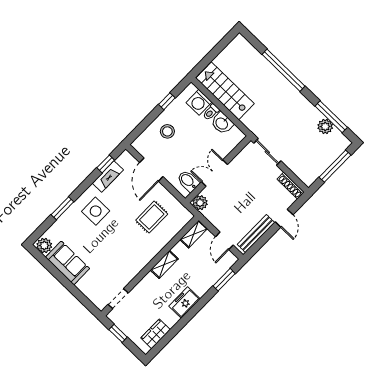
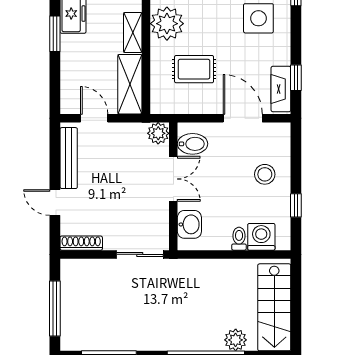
stairs: (225, 91) -> (274, 307), moved, turned 90
washbasin: (222, 123) -> (189, 224), moved, turned 90
plant: (325, 126) -> (236, 340), moved
fireplace: (108, 176) -> (281, 89), moved
rug: (152, 217) -> (194, 69), turned 90
shelving: (194, 234) -> (130, 84), width x1.50, depth x1.33
plant: (143, 252) -> (167, 24), added
window: (224, 280) -> (55, 34), moved

